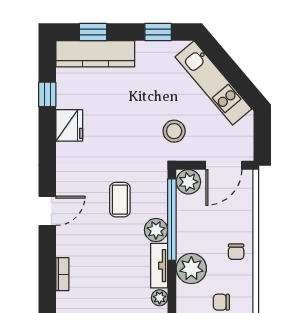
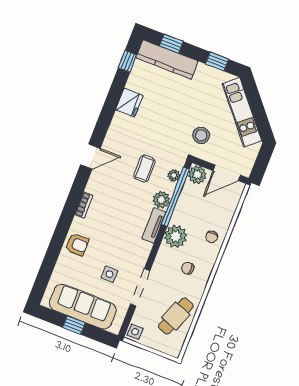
window: (47, 94) -> (128, 61), moved
plant: (160, 298) -> (174, 175), moved

